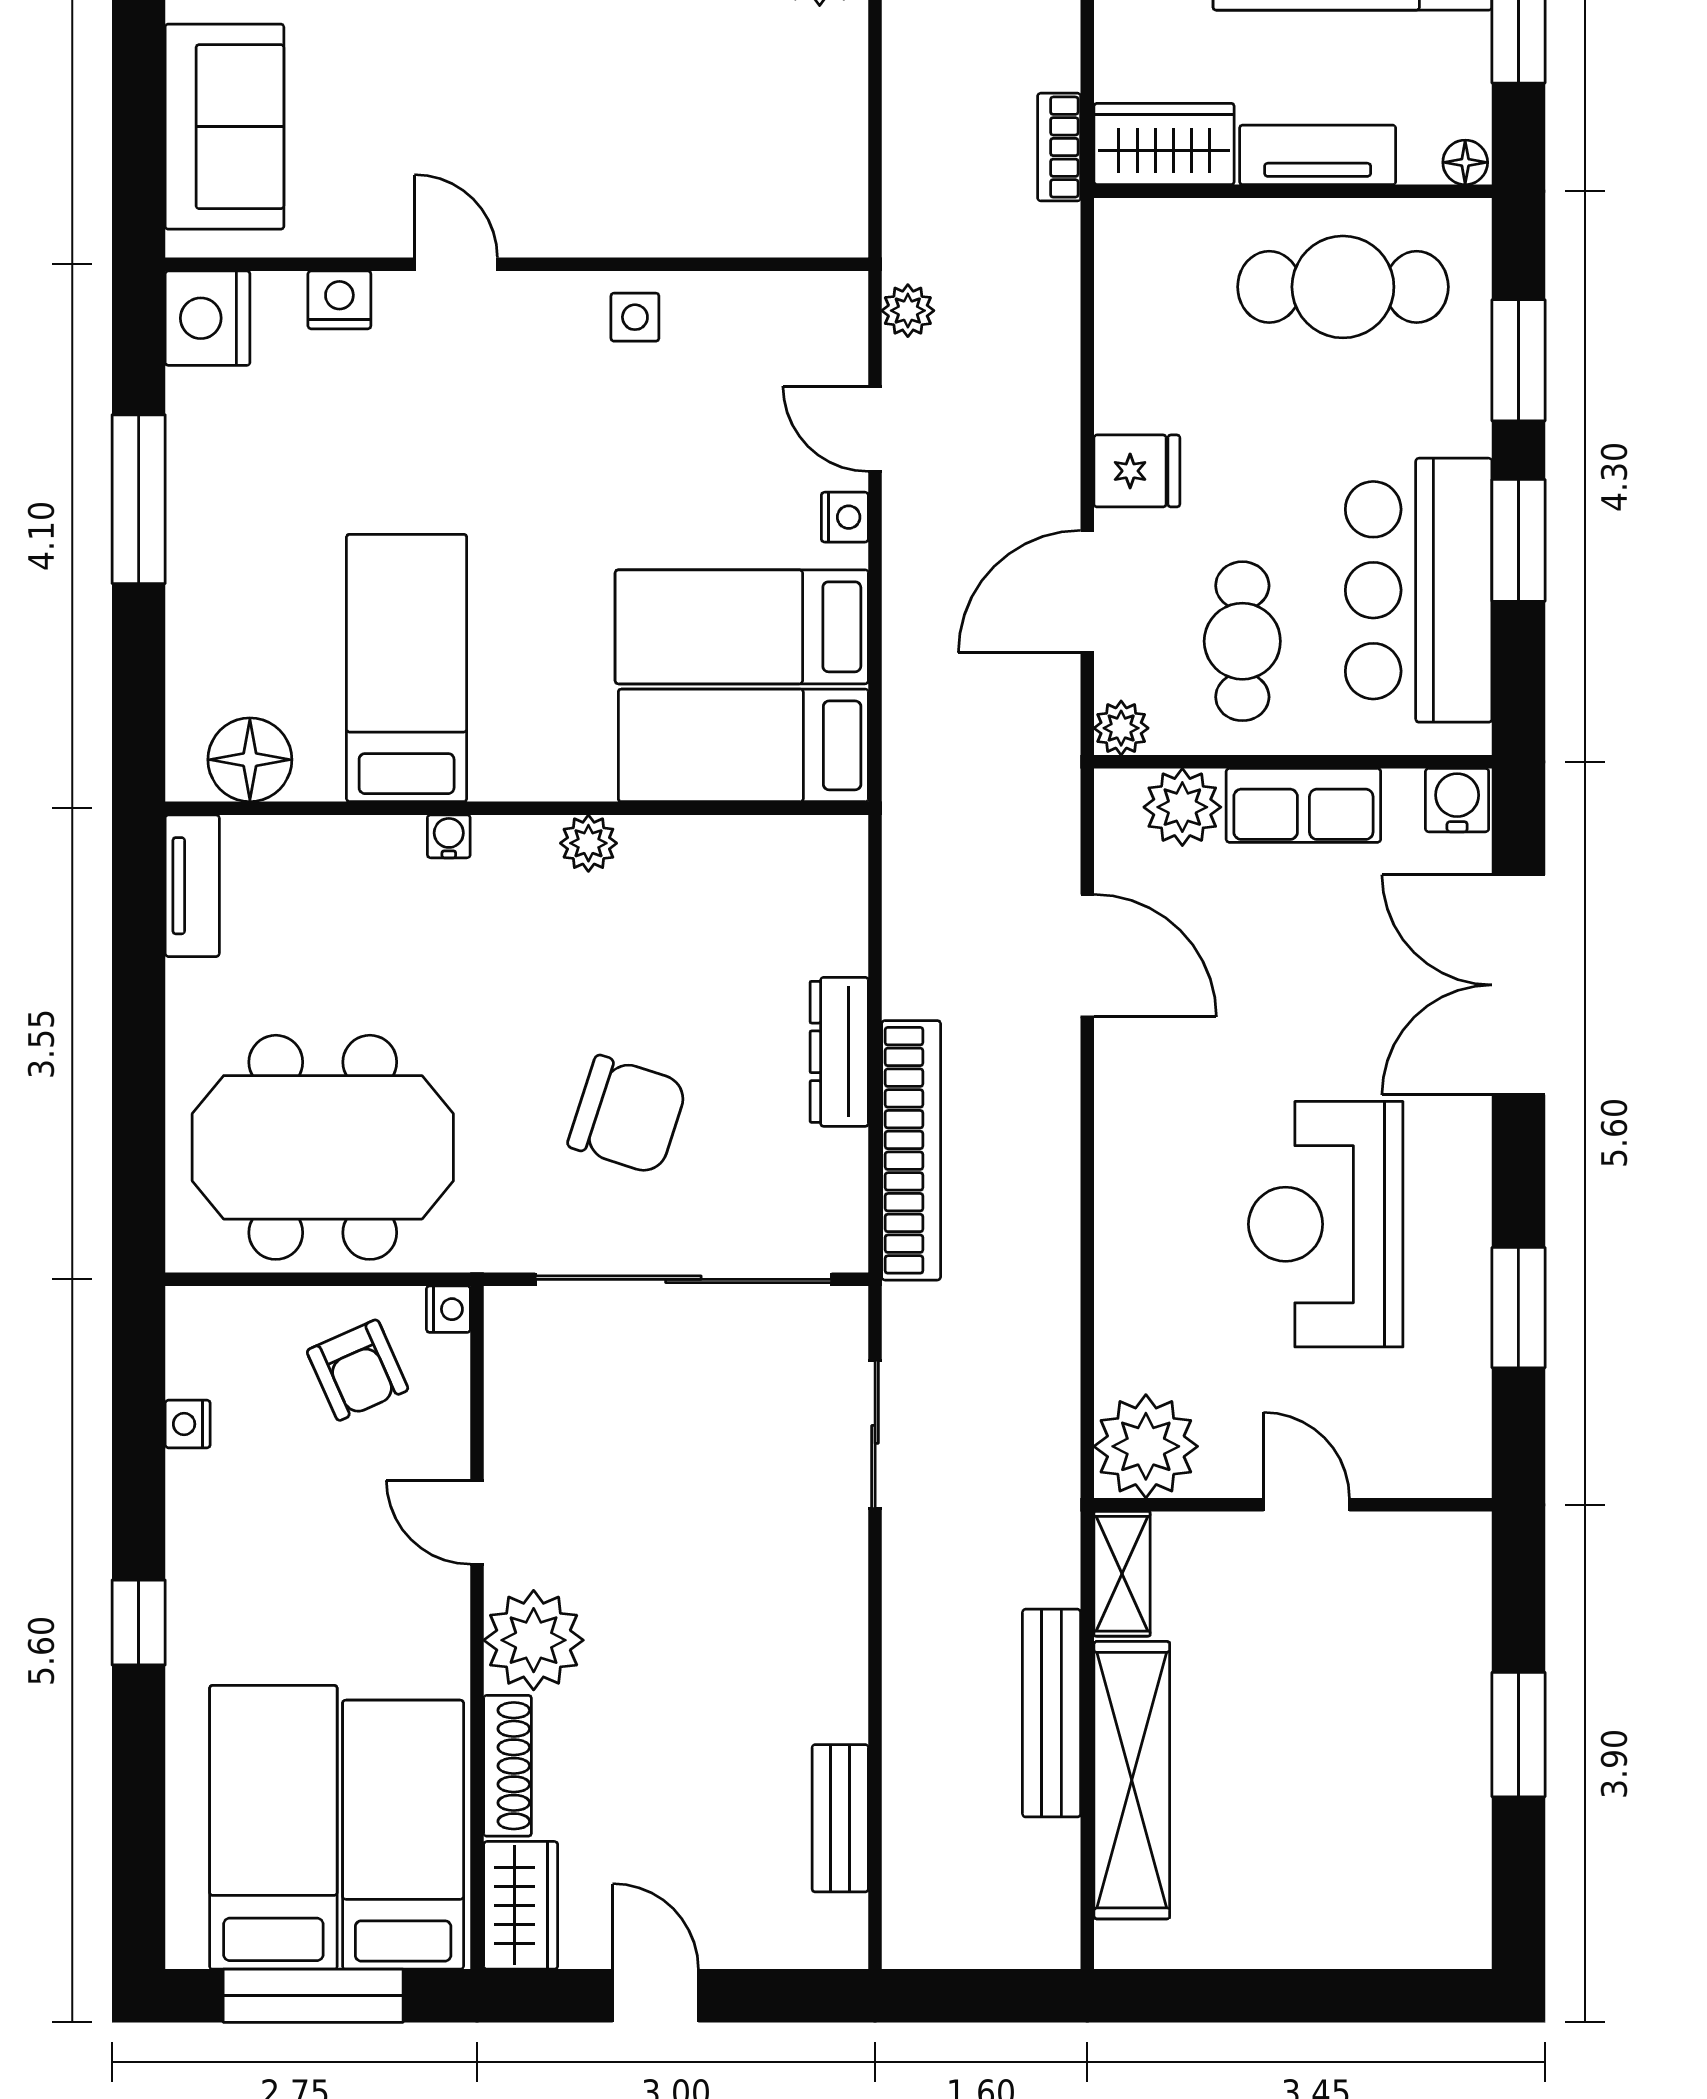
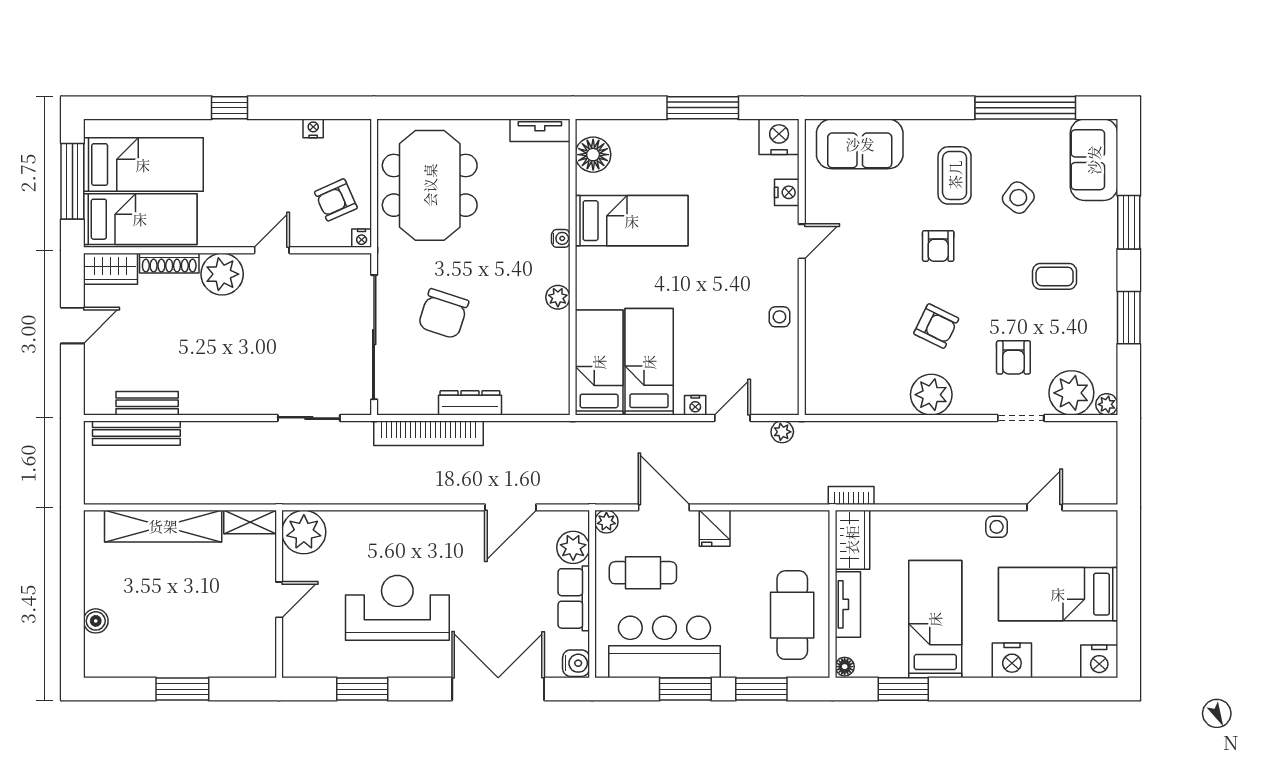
bench: (1052, 1713) -> (136, 433), moved
boiler: (1357, 1940) -> (96, 621), added

